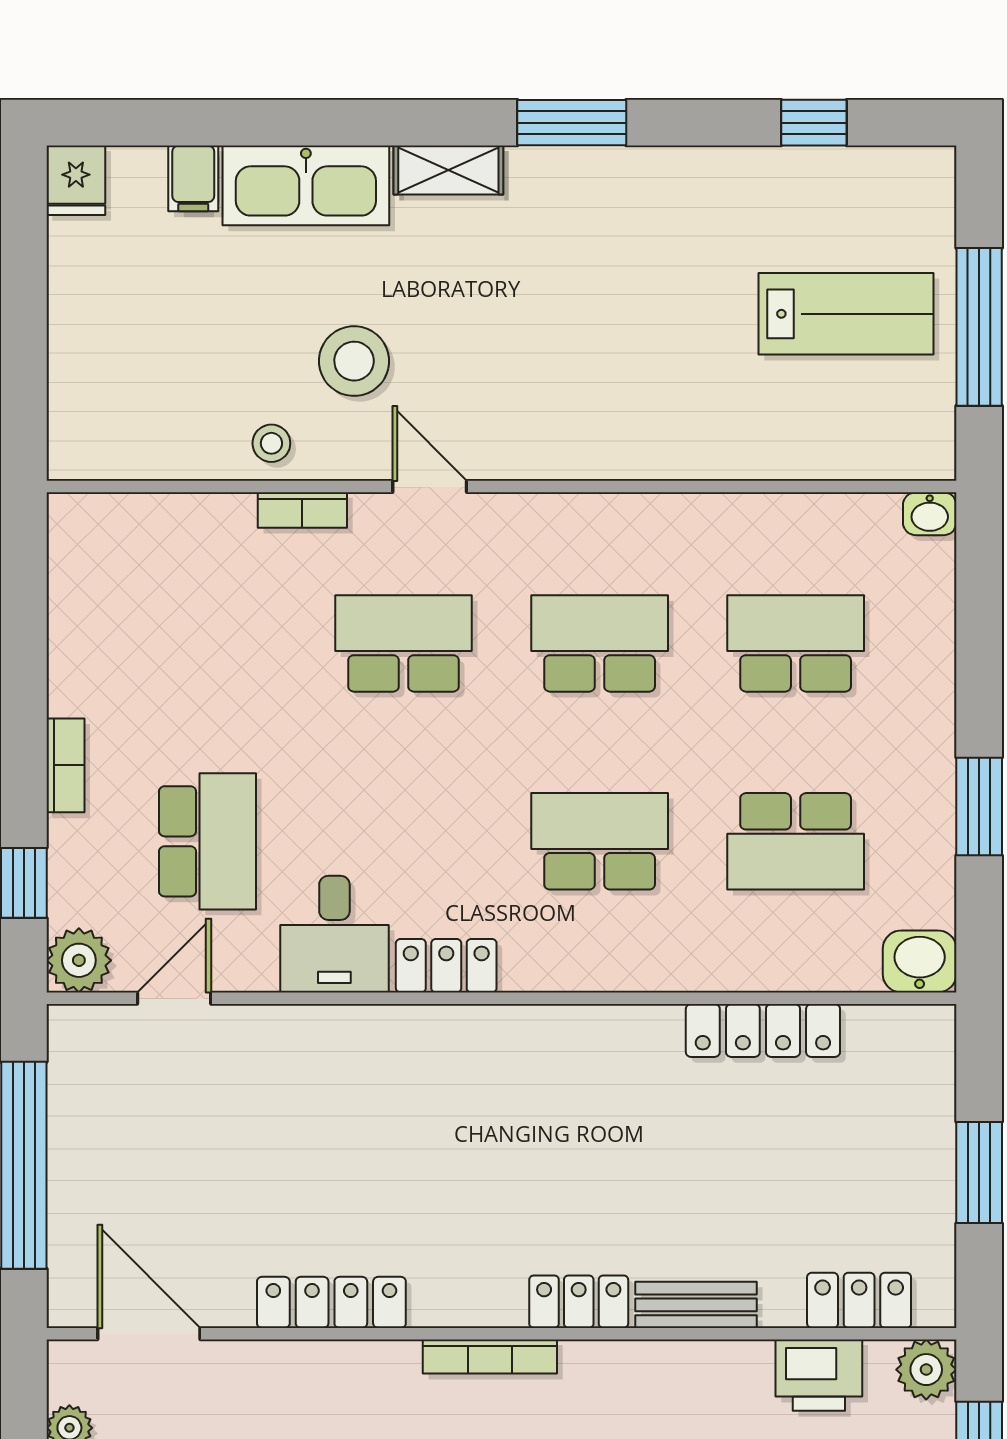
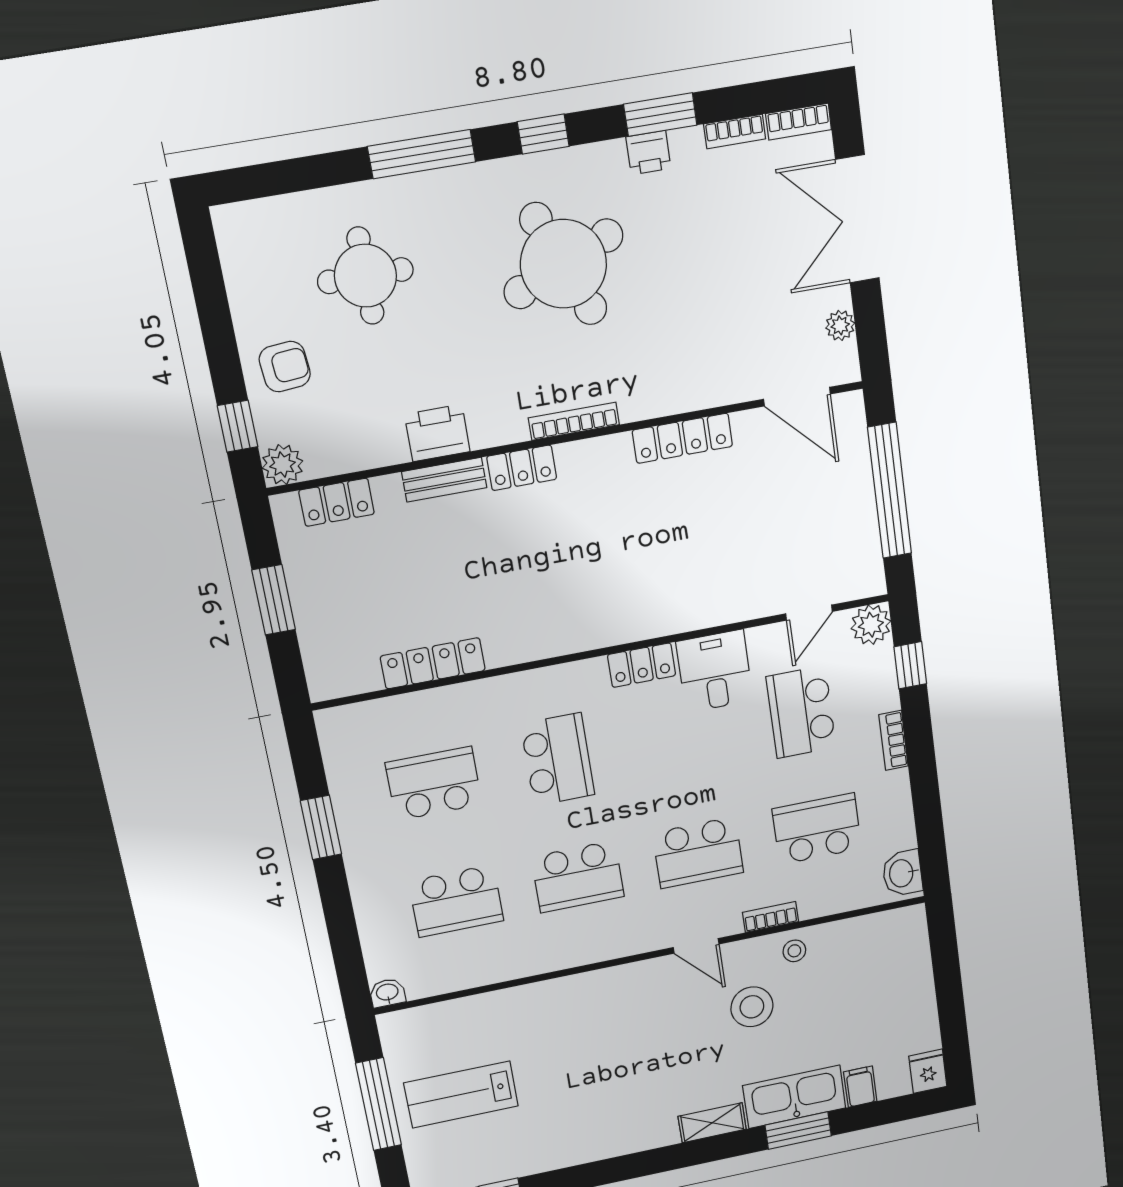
window: (572, 123) -> (798, 1131), moved
school desk: (207, 643) -> (817, 829), added
school desk: (600, 841) -> (558, 759), turned -90
washbasin: (920, 961) -> (902, 873), moved, turned 90
printer: (819, 1375) -> (437, 433), moved

